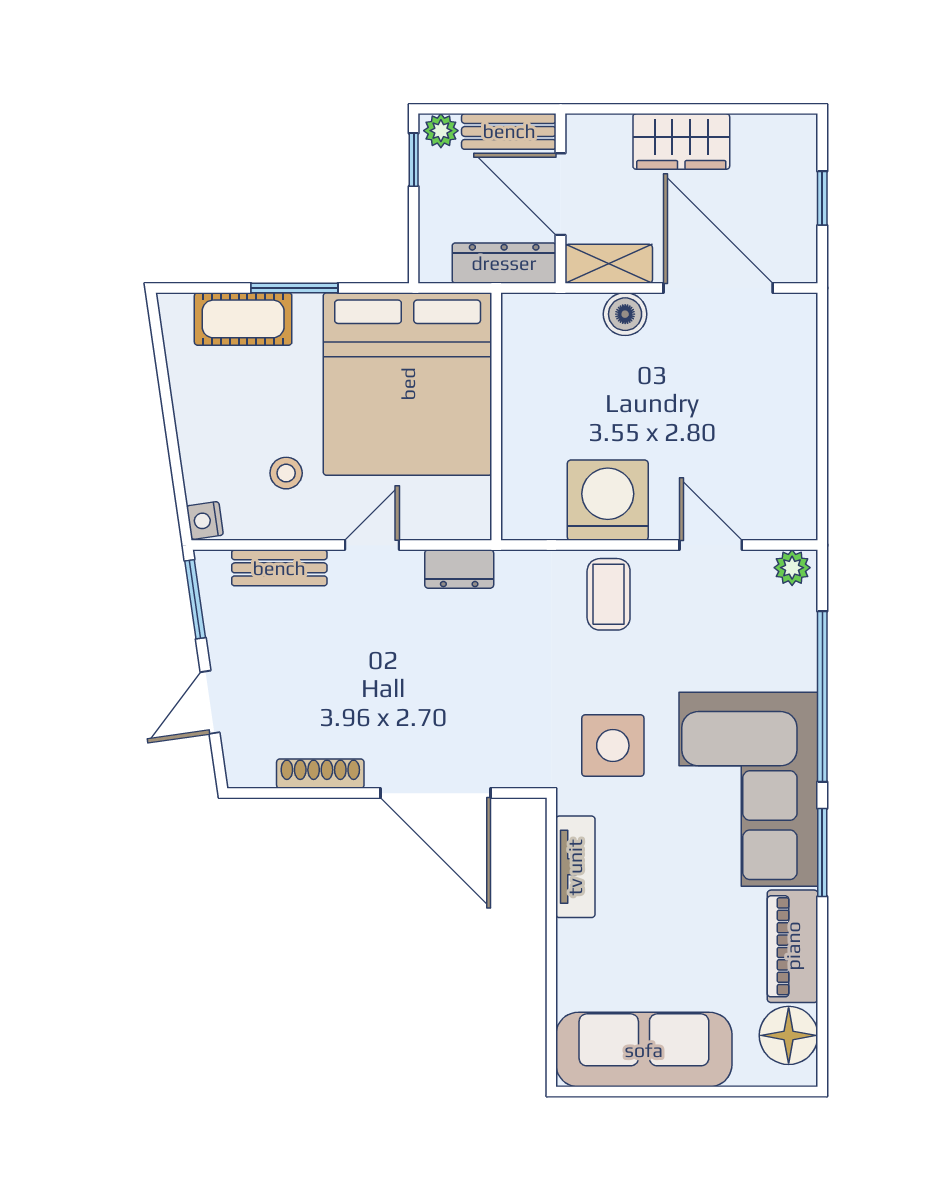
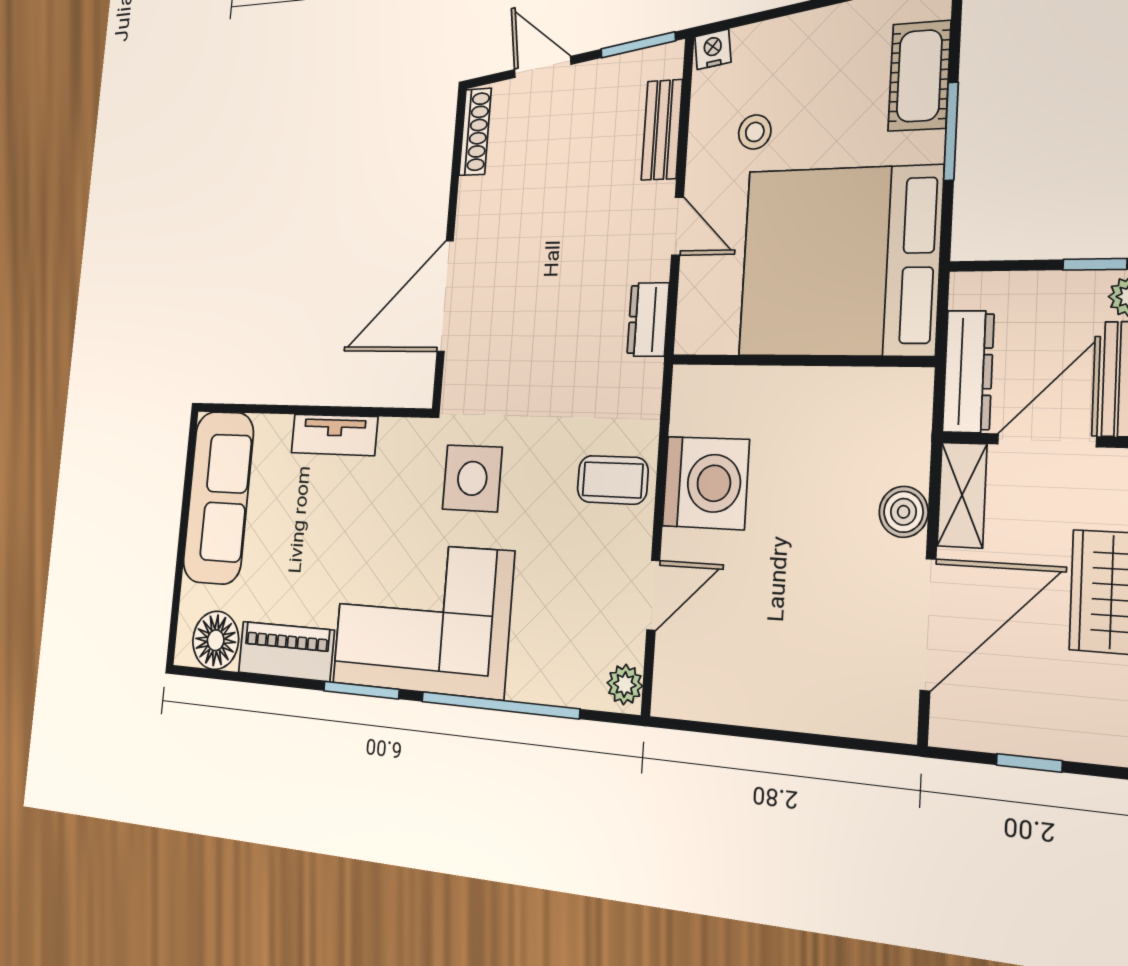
shoe rack: (320, 774) -> (475, 132), moved
tv unit: (575, 867) -> (334, 435), moved

